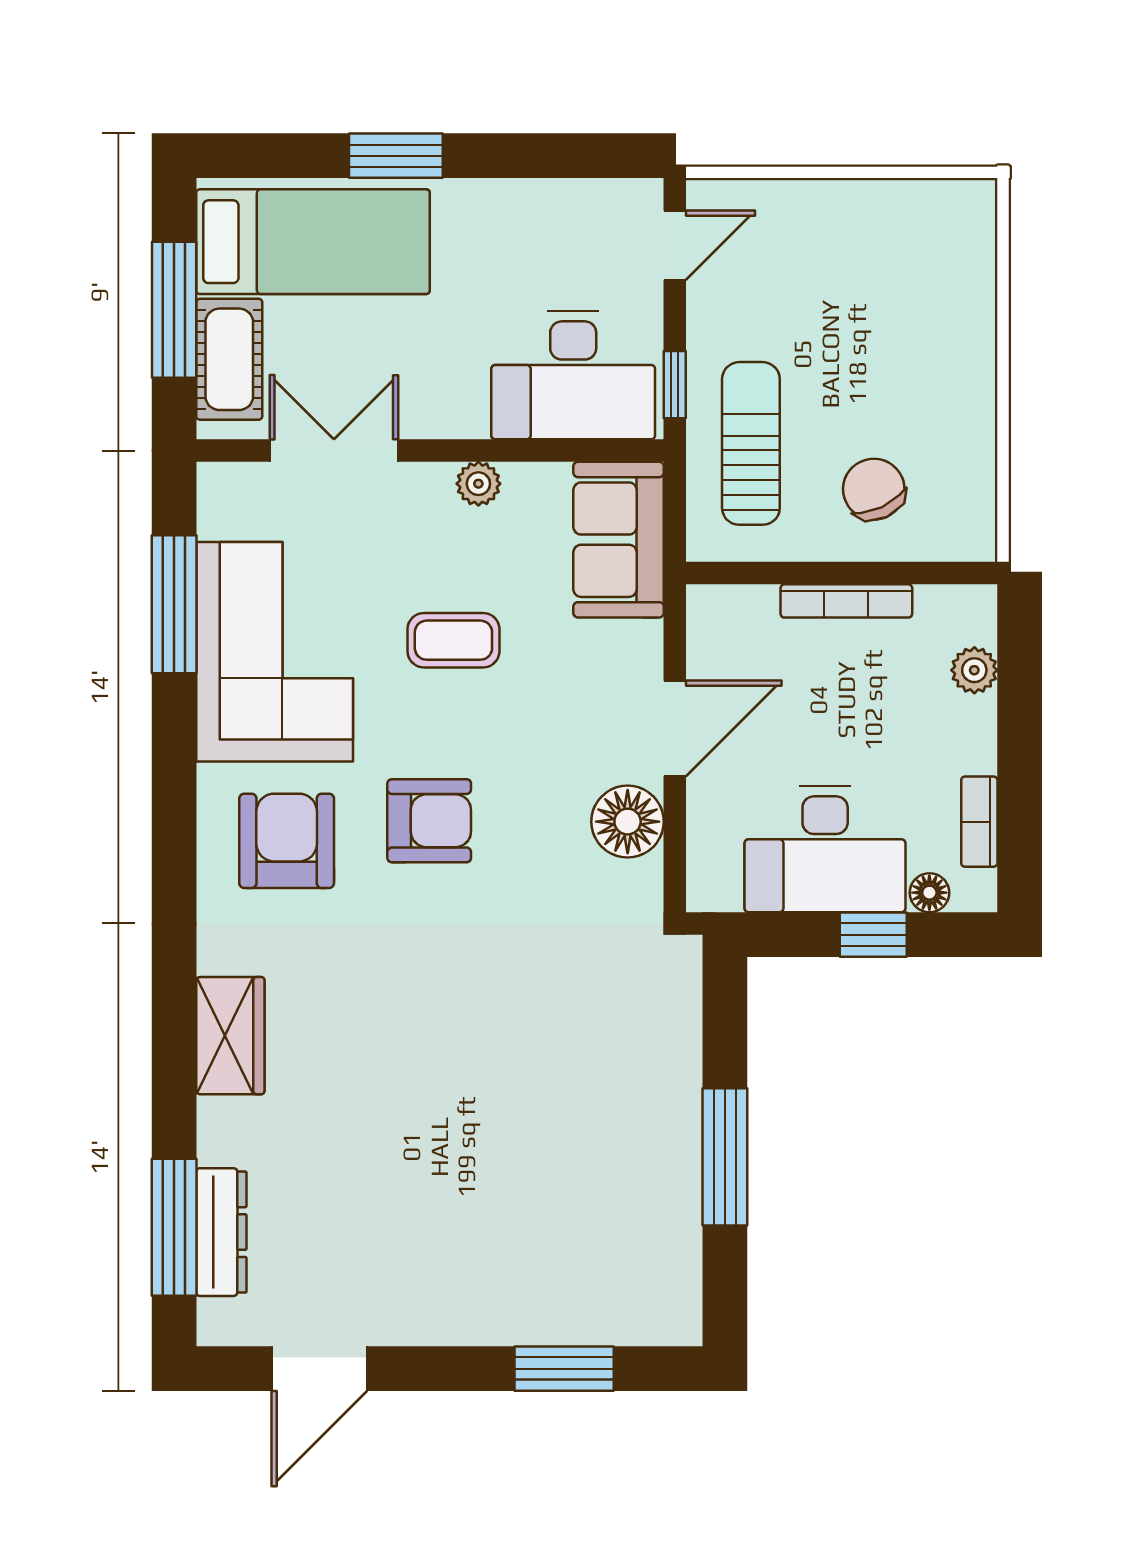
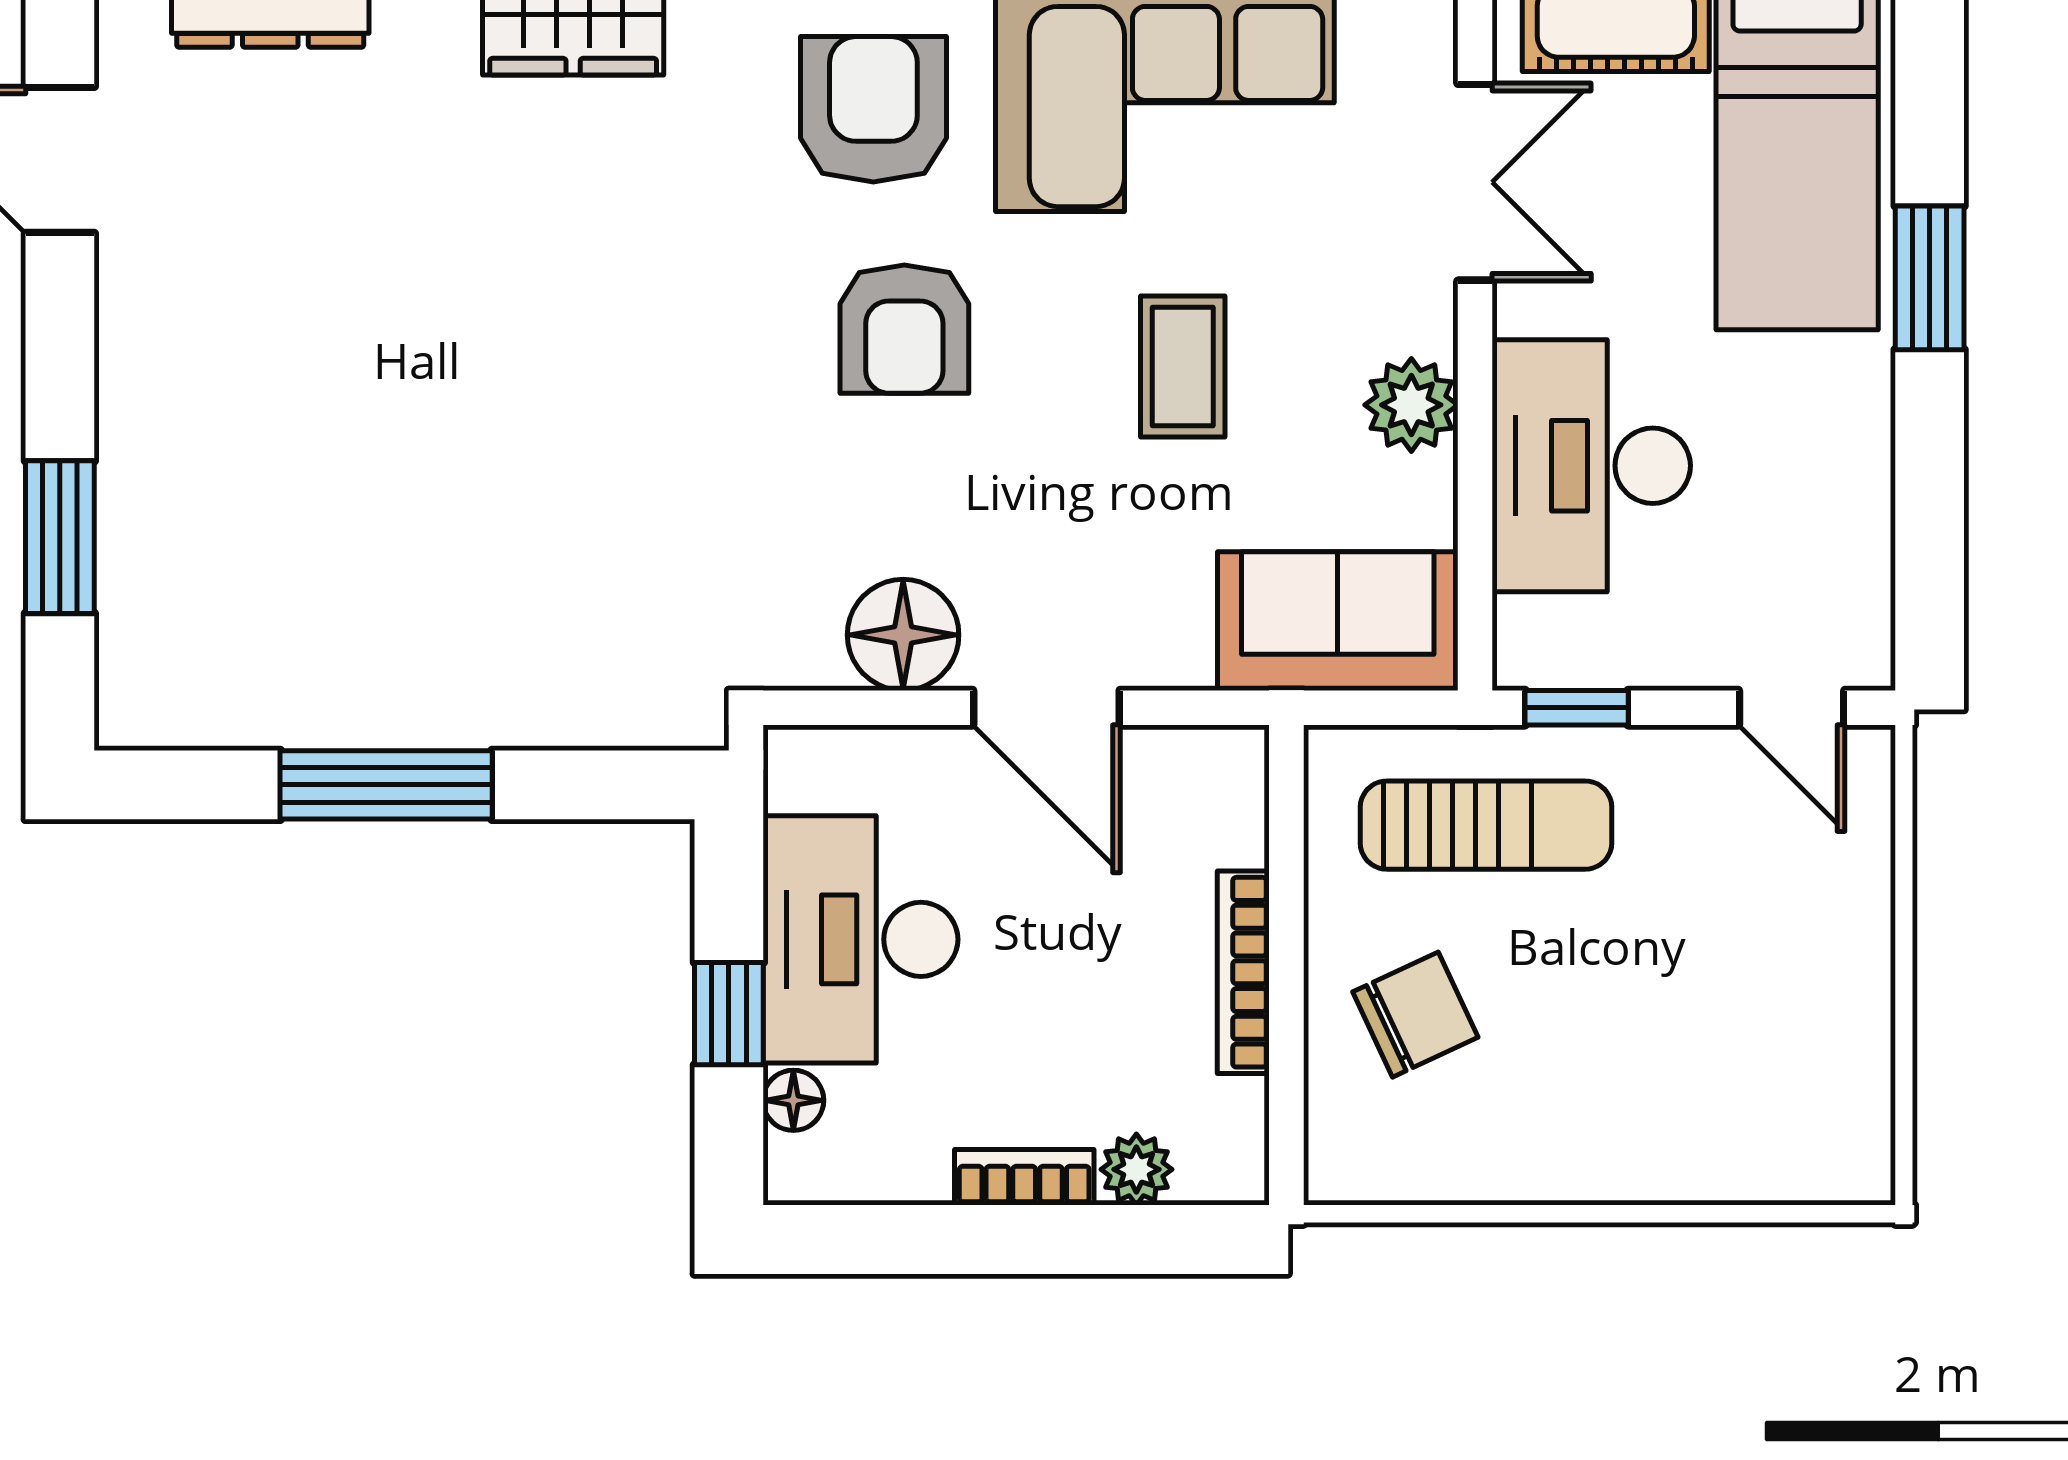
desk: (573, 375) -> (1591, 466), moved
plant: (478, 484) -> (1411, 405), width x1.38, depth x1.38
bookcase: (979, 822) -> (1024, 1177), moved
armchair: (287, 841) -> (873, 109), turned -90

